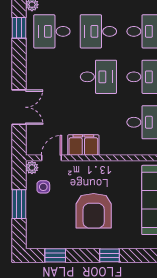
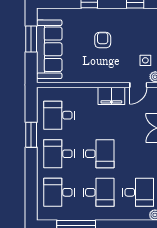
desk: (98, 77) -> (99, 154), turned 180
armchair: (94, 211) -> (103, 40), width x0.53, depth x0.53

